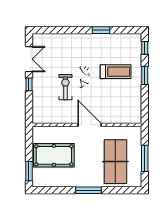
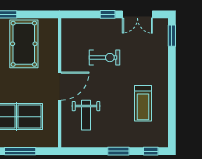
window: (101, 30) -> (172, 36), moved
treadmill: (116, 72) -> (143, 103), moved
weight bench: (114, 103) -> (86, 115), added

